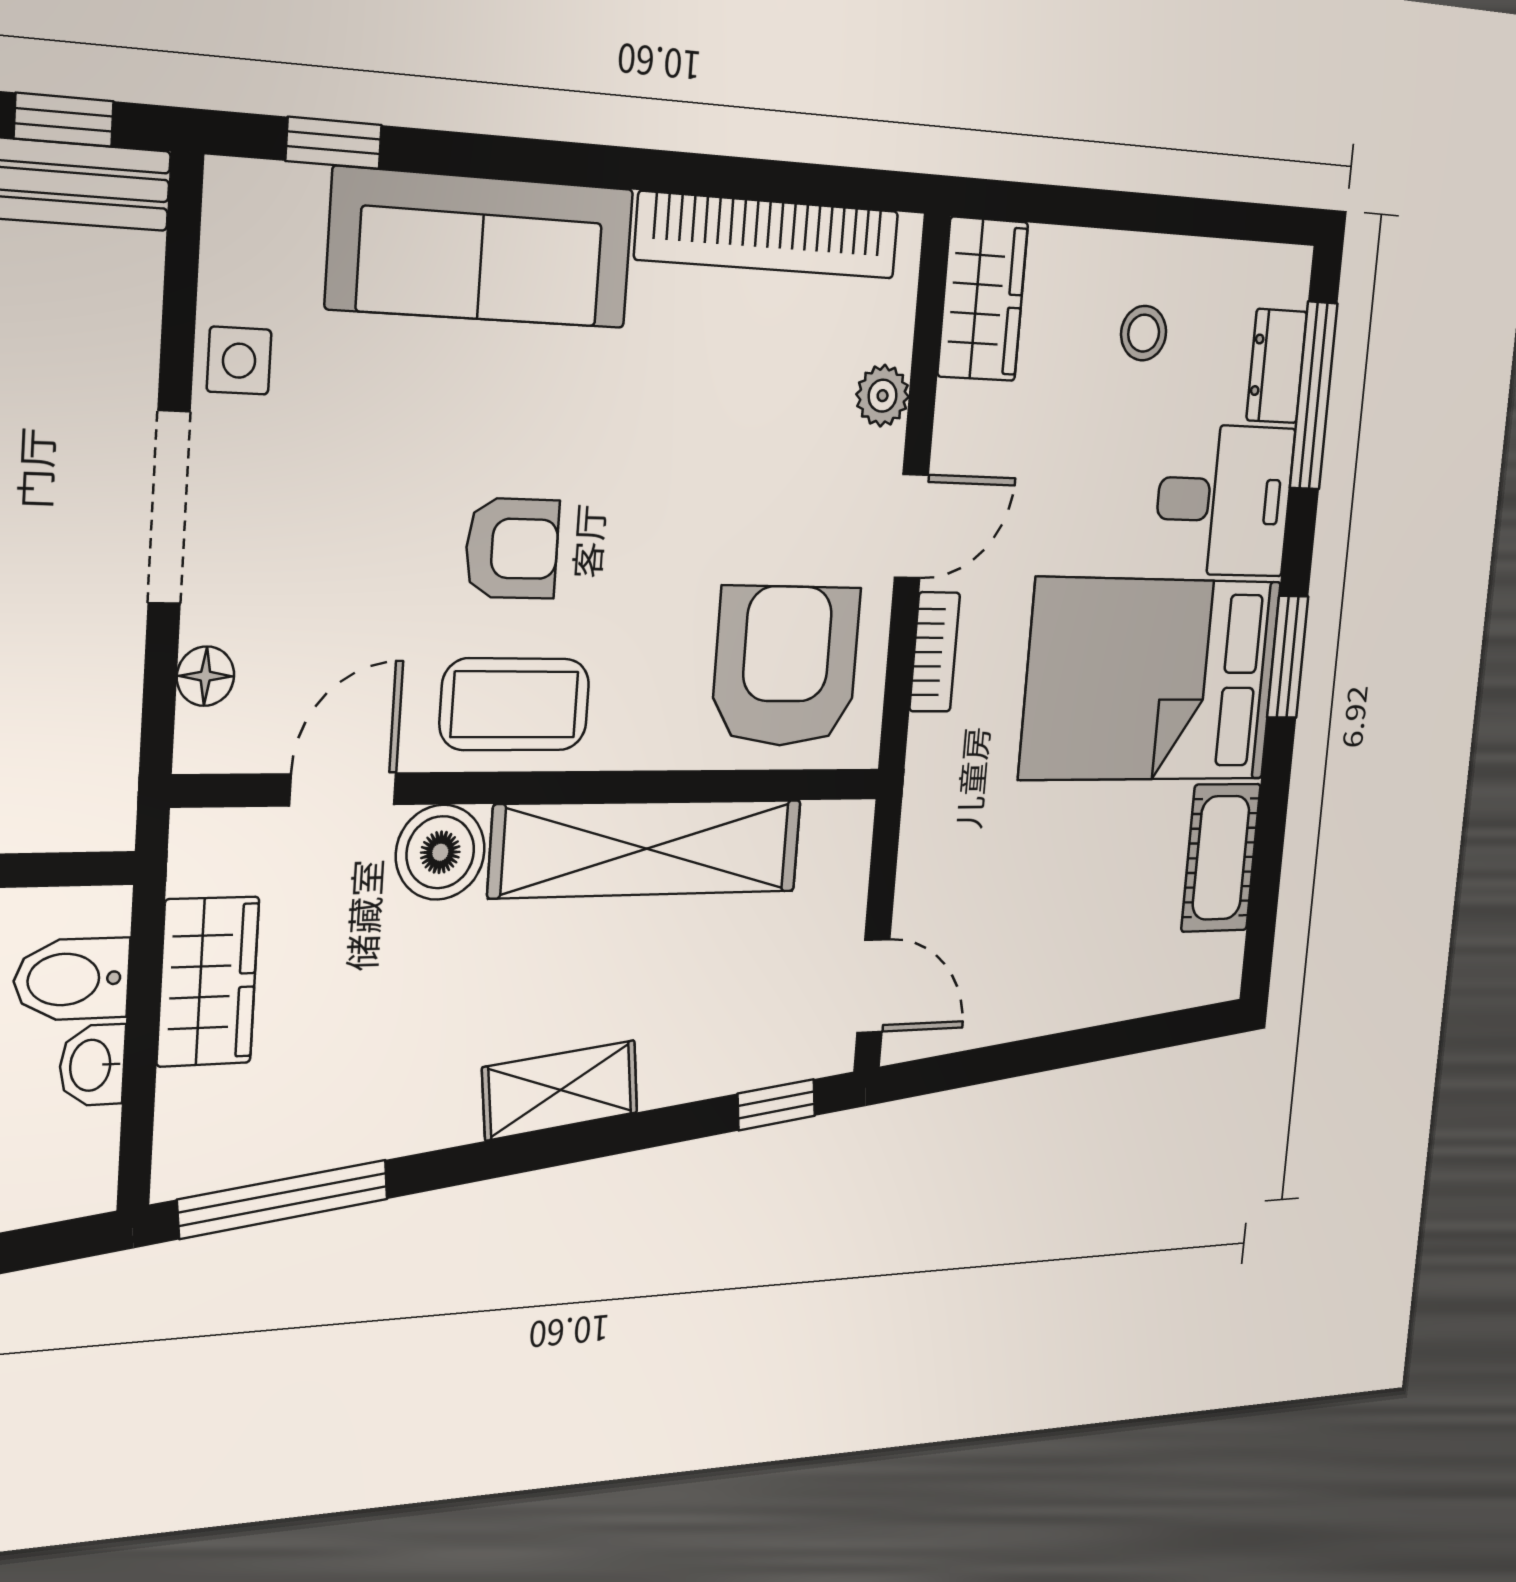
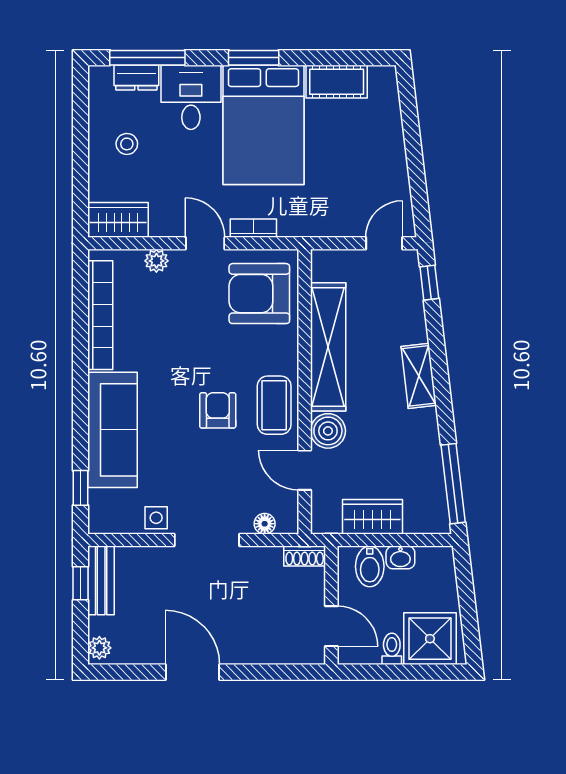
shoe rack: (110, 792) -> (305, 556), added

